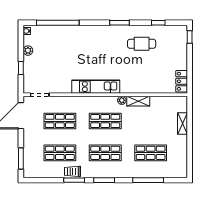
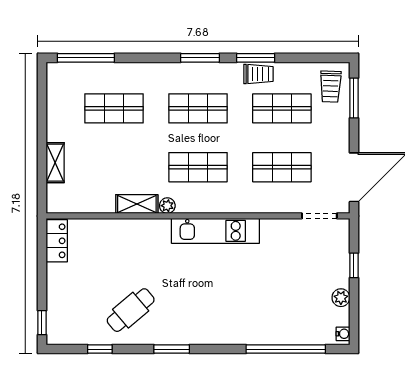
cafe table: (142, 44) -> (131, 310), turned -40
trolley: (34, 165) -> (331, 86), added
window: (148, 180) -> (86, 58), moved

